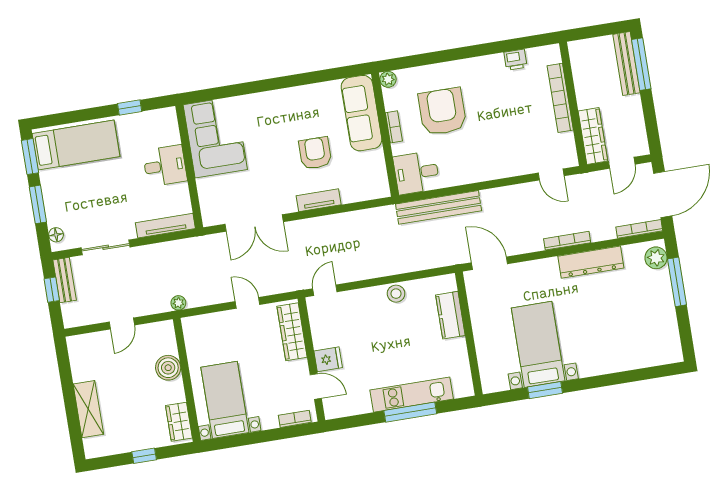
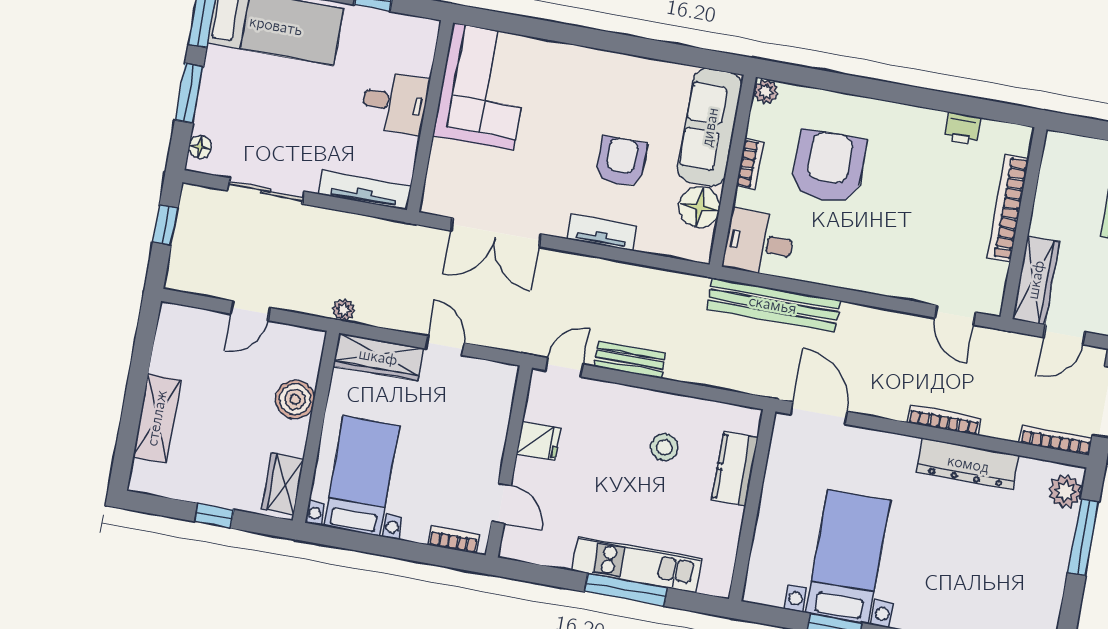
floor lamp: (372, 164) -> (699, 207), added
bench: (65, 280) -> (630, 360), moved, turned 90
stool: (396, 294) -> (664, 447), moved
wardrobe: (292, 332) -> (378, 357), moved, turned -90
fridge: (328, 359) -> (539, 441), moved

